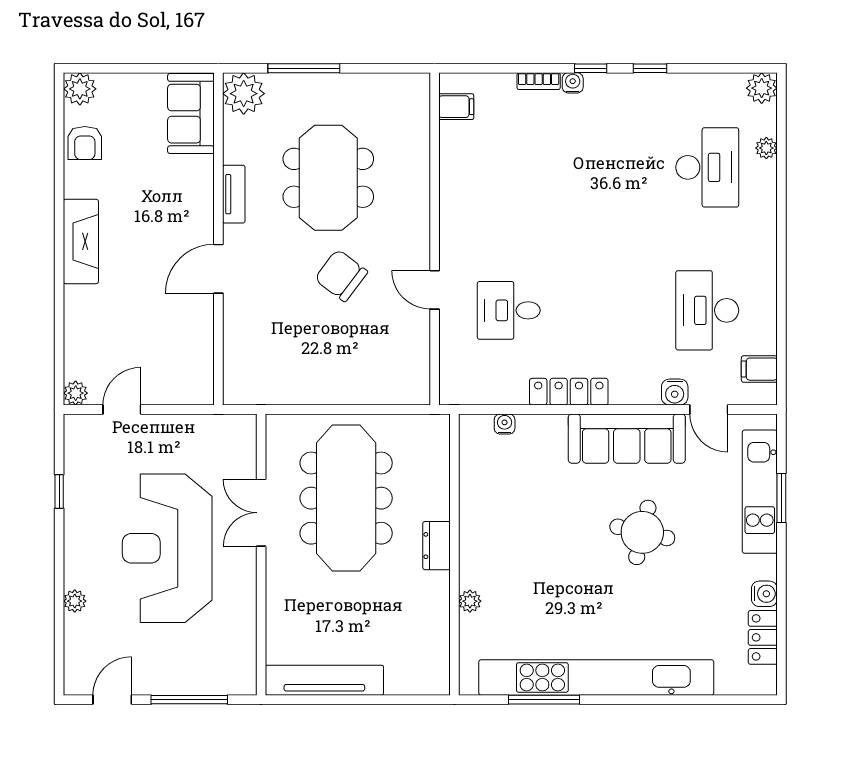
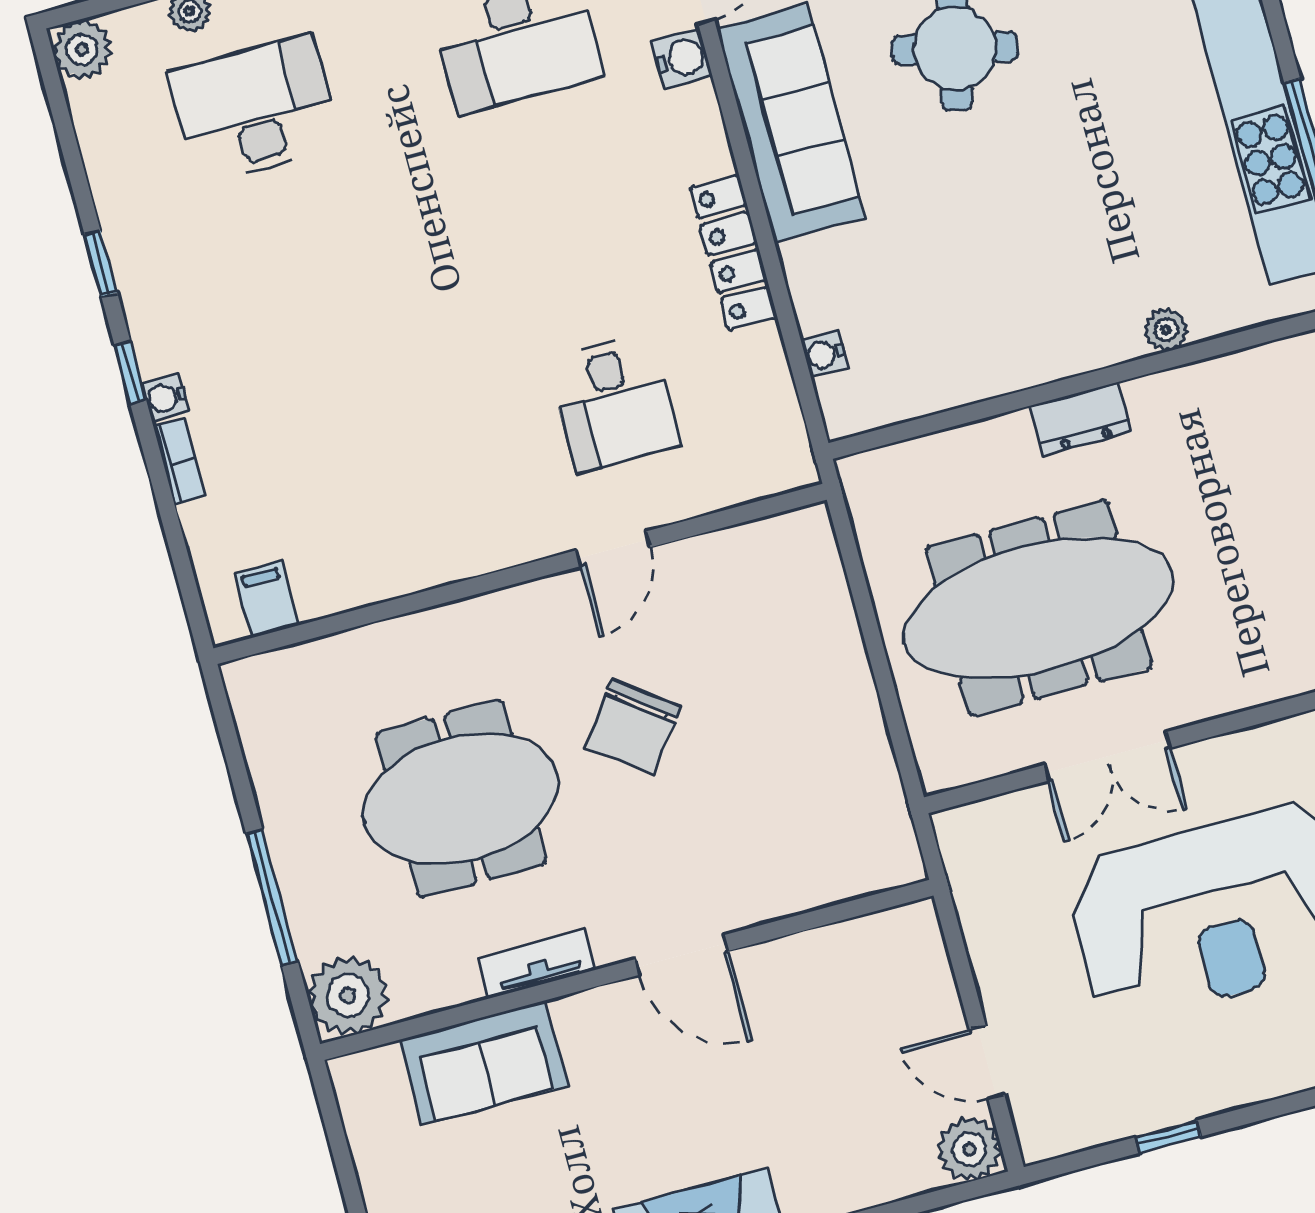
sofa: (191, 114) -> (484, 1062), moved
plant: (76, 393) -> (969, 1149), width x1.38, depth x1.38

